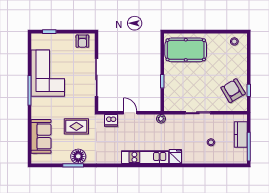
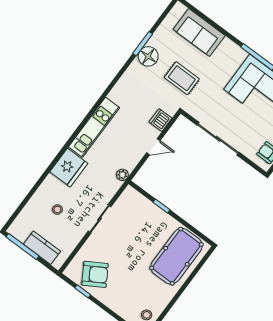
rug: (76, 126) -> (182, 78), turned 90
fridge: (175, 157) -> (69, 168), width x1.88, depth x1.34

